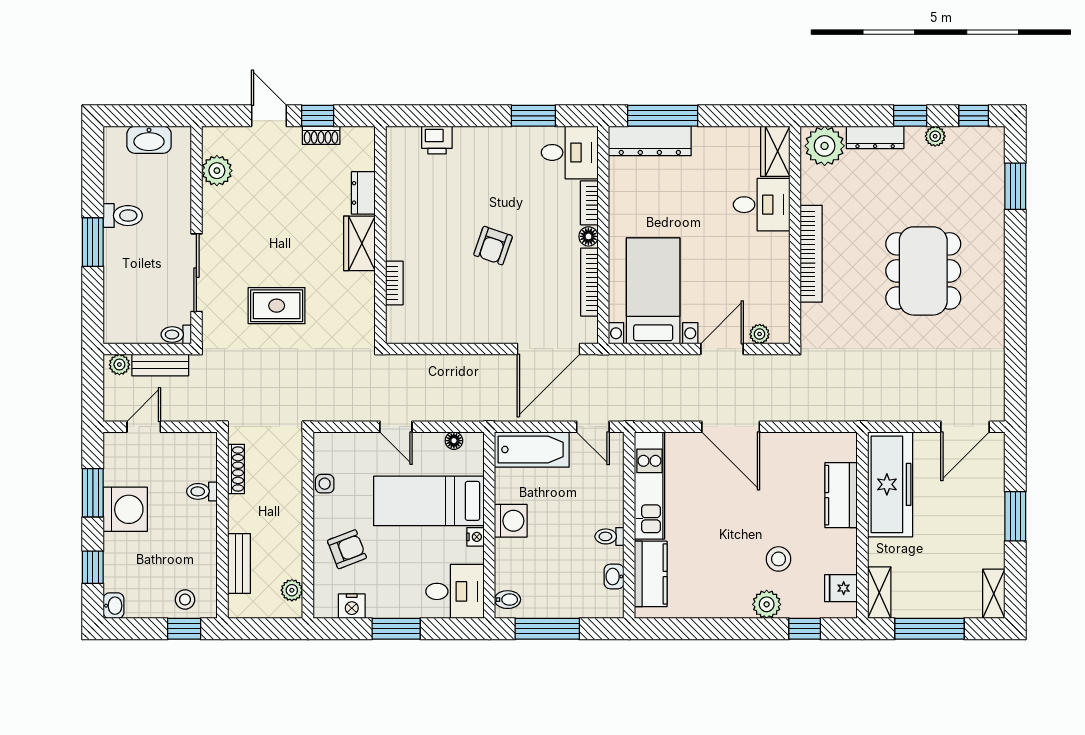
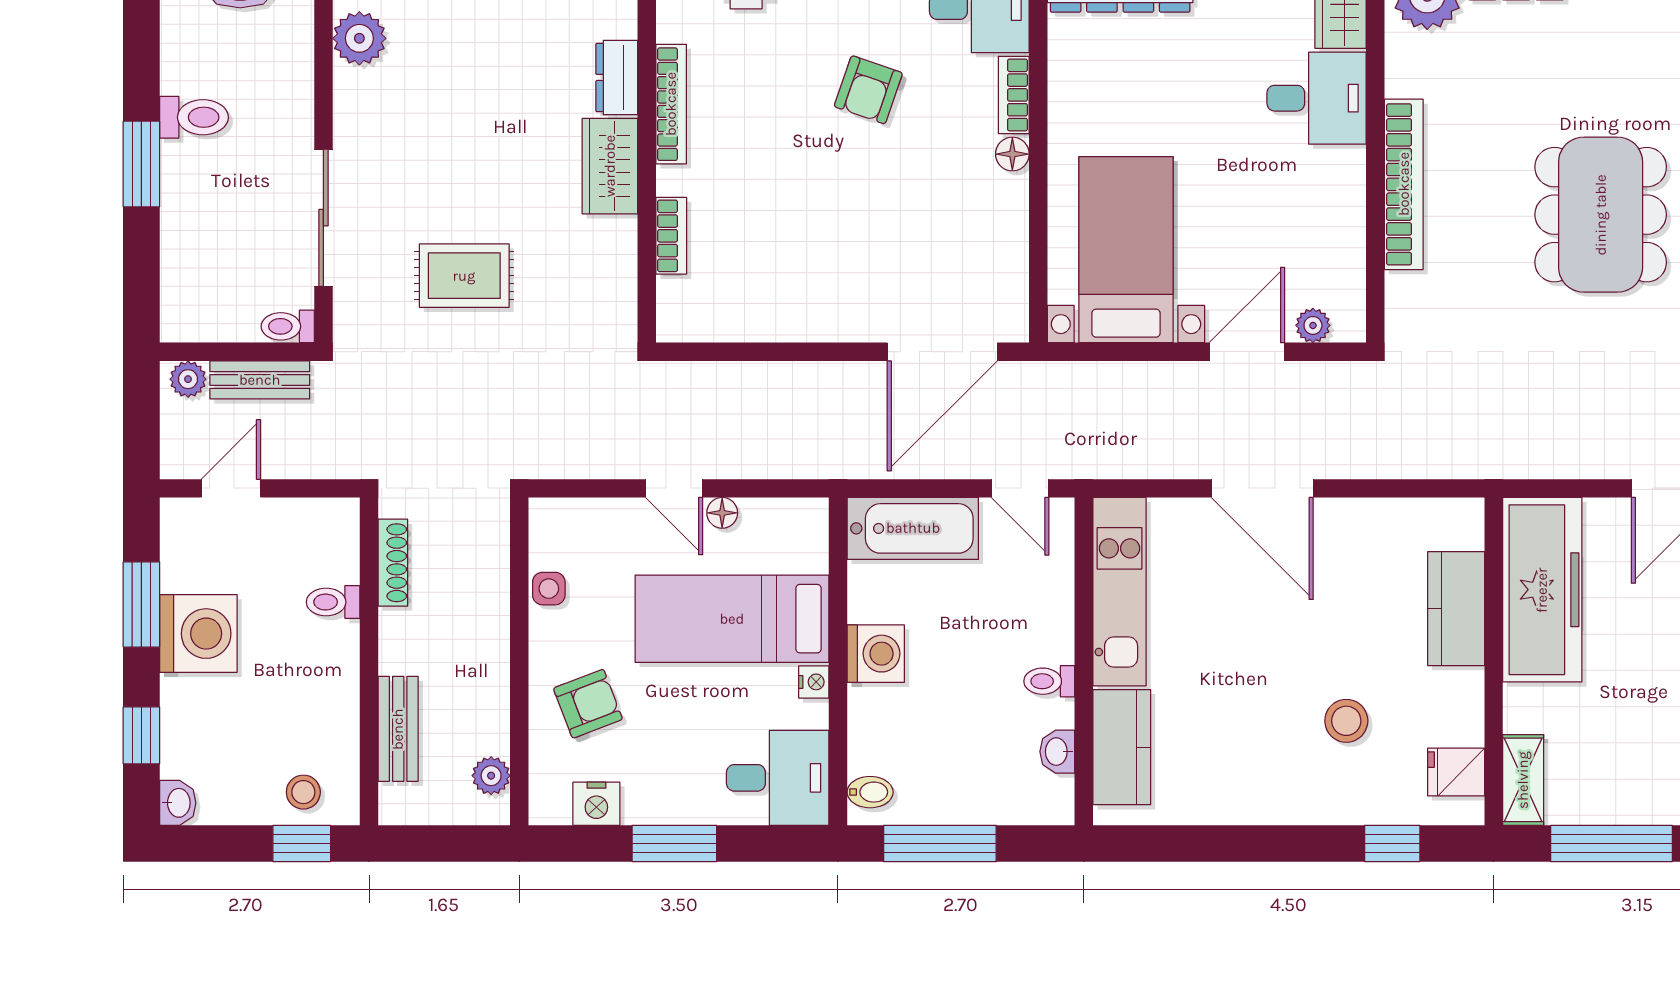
armchair: (493, 246) -> (868, 90), moved
bookcase: (589, 282) -> (671, 104), moved, turned 180
floor lamp: (454, 441) -> (722, 513), moved
plant: (767, 604) -> (1325, 800), removed

